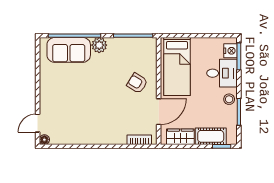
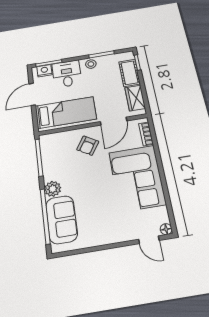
door: (204, 36) -> (32, 94), added
door: (159, 112) -> (114, 121), swing flipped
corner sofa: (96, 123) -> (137, 178), added

